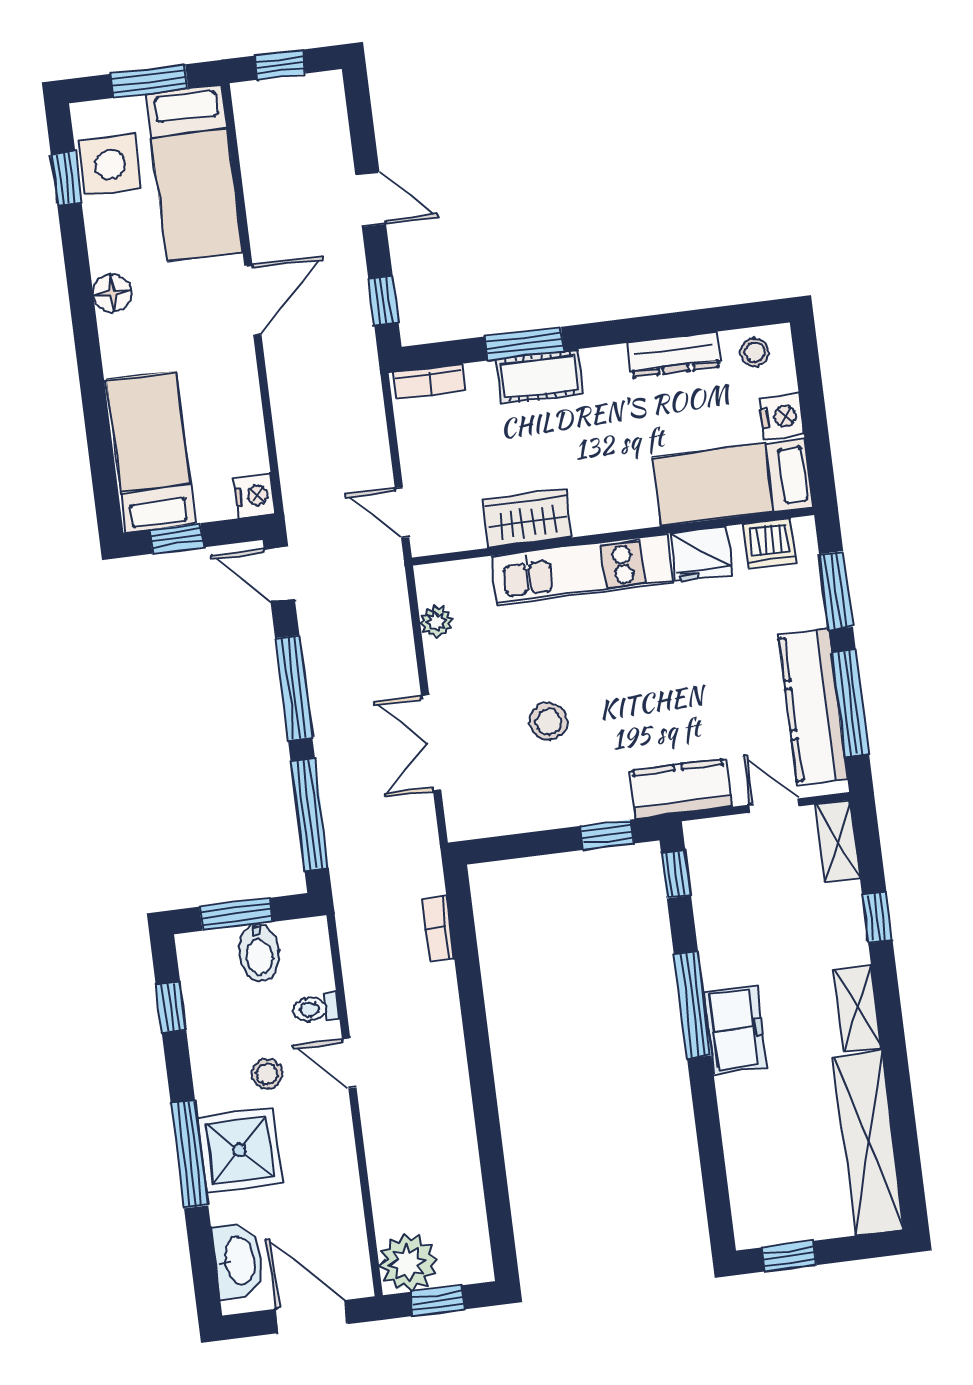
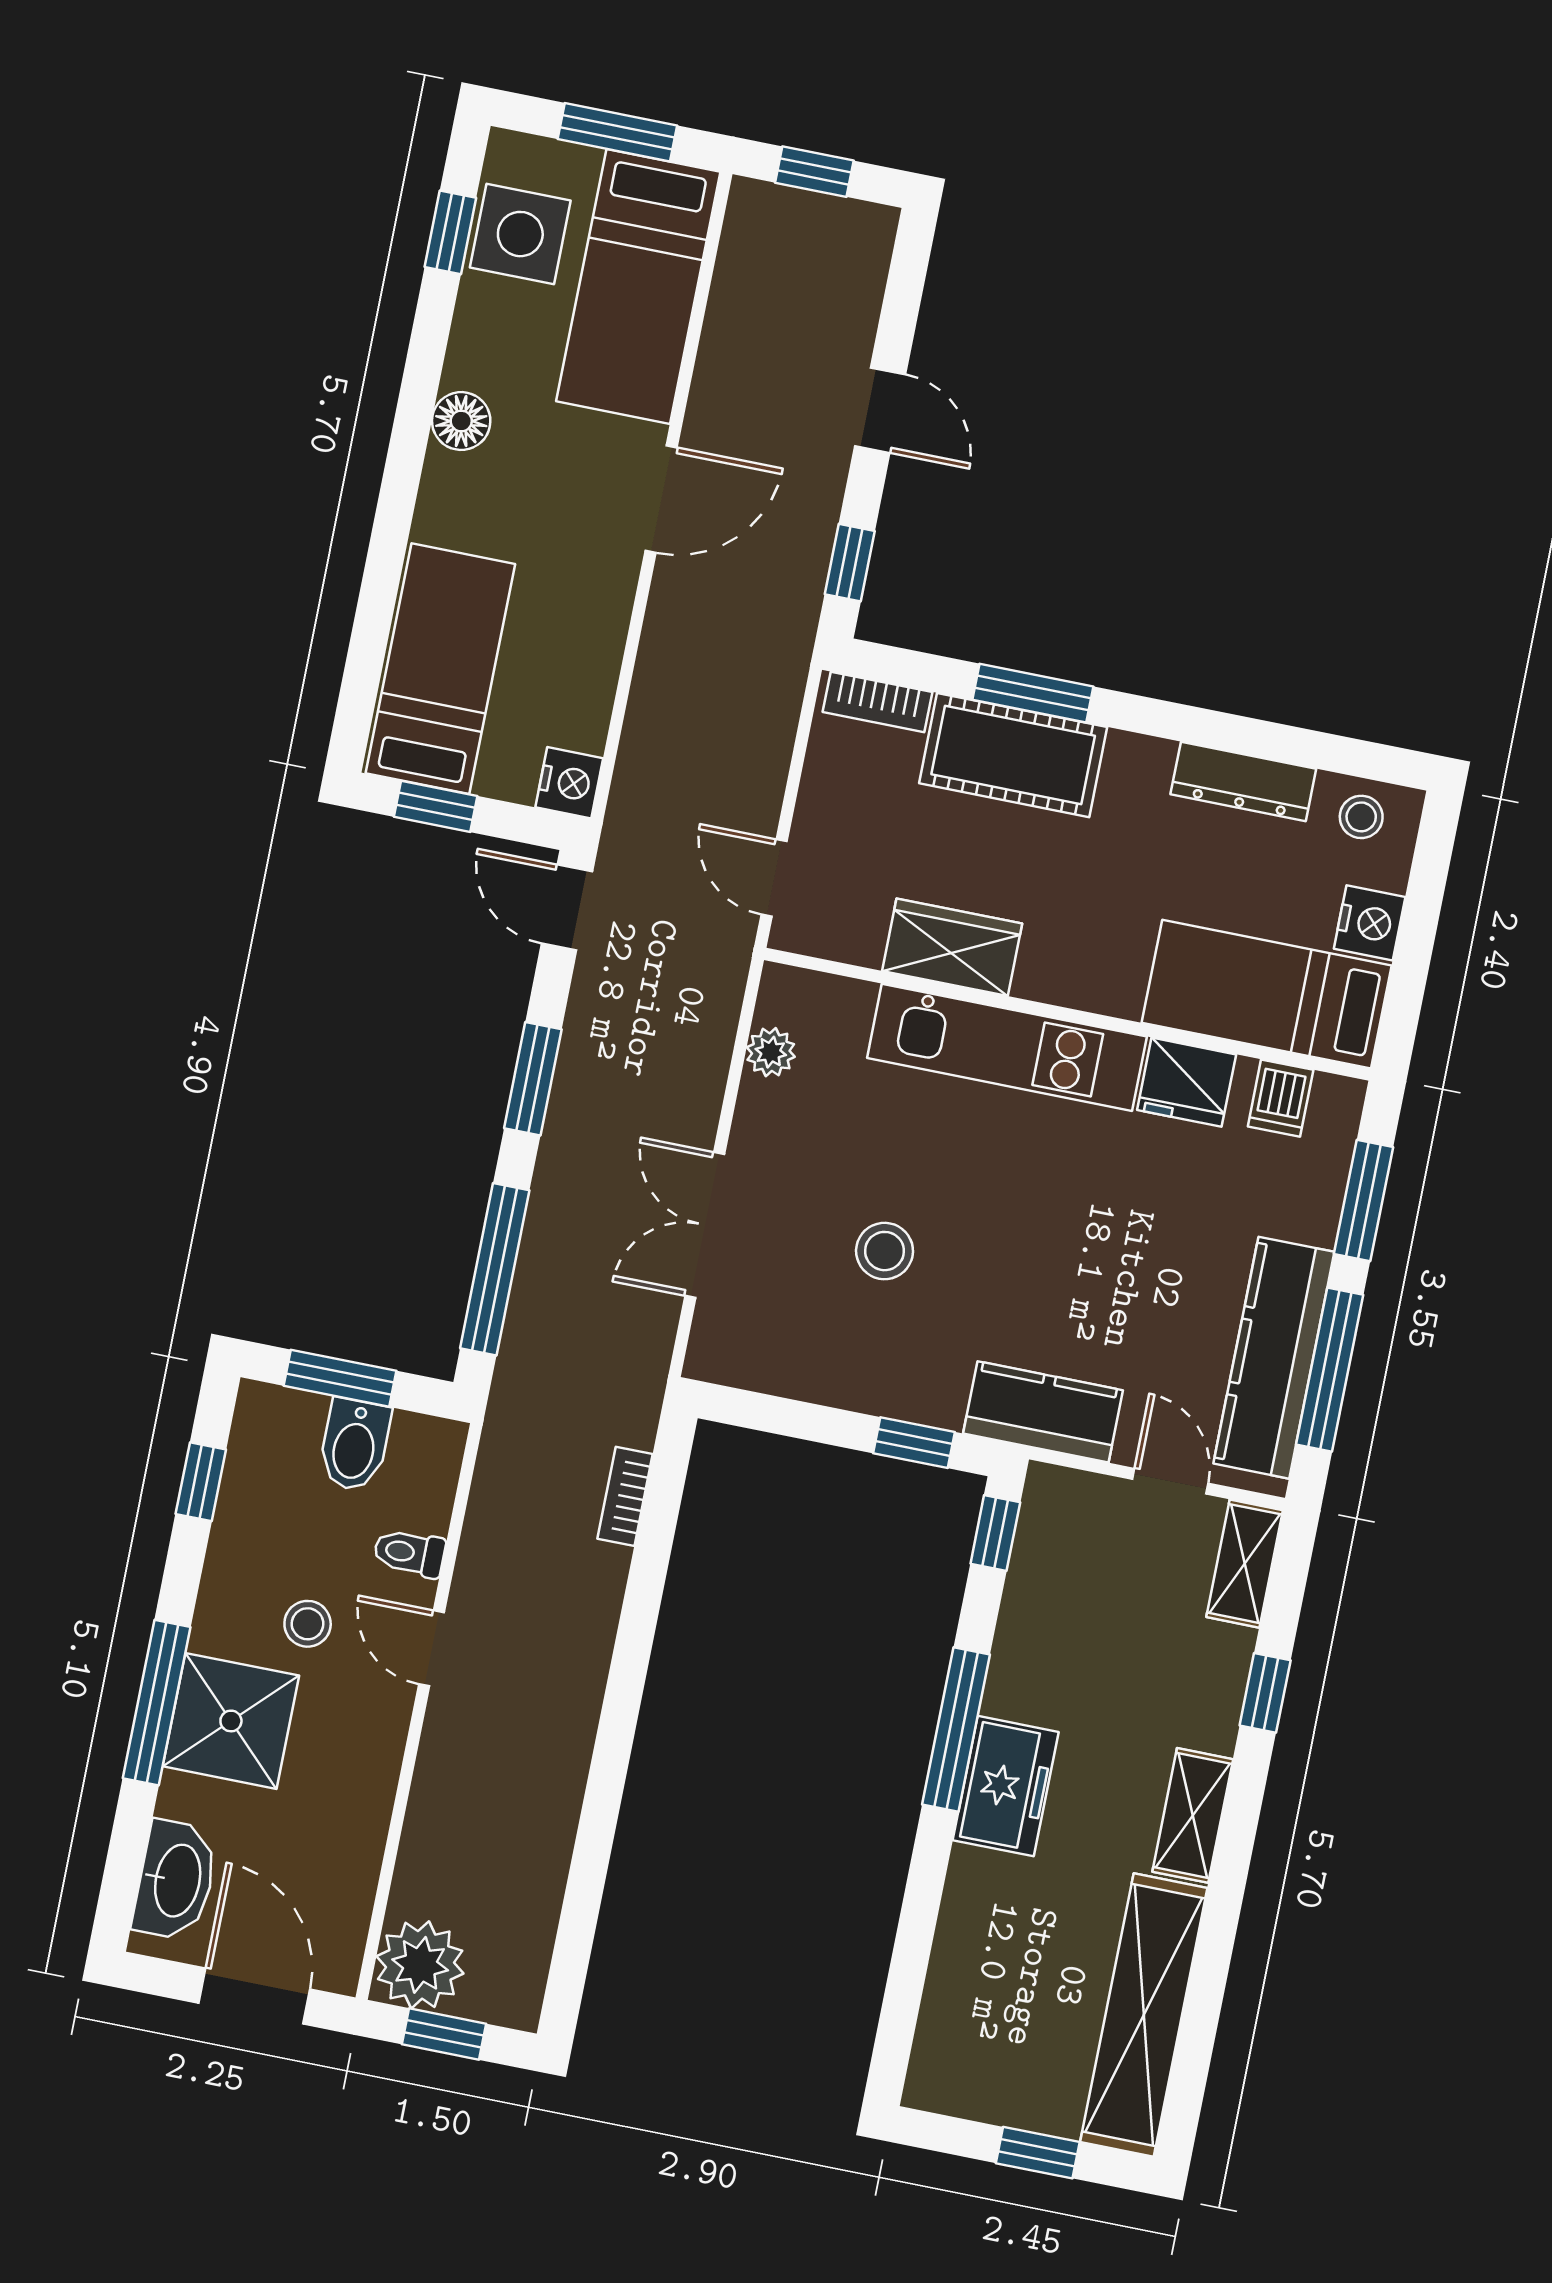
cot: (539, 377) -> (1013, 755), width x1.37, depth x1.34
dishwasher: (770, 543) -> (1281, 1098), width x0.73
window: (294, 688) -> (533, 1079), width x0.69
window: (789, 1256) -> (1038, 2153), moved

